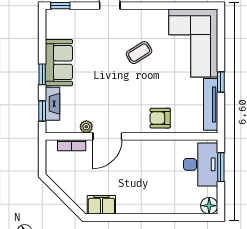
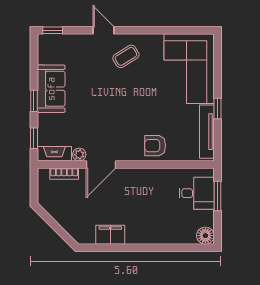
coffee table: (139, 53) -> (126, 56), moved
fireplace: (53, 104) -> (54, 154), moved, turned -90
desk: (201, 164) -> (197, 193), width x0.73
filing cabinet: (101, 205) -> (110, 235), moved

